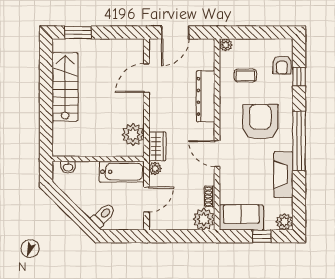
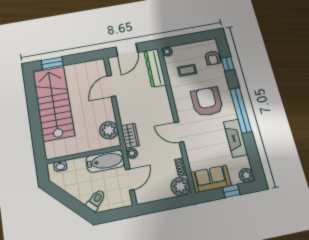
stairs: (65, 87) -> (53, 103), width x1.36, depth x1.51
dresser: (206, 96) -> (155, 68), moved

